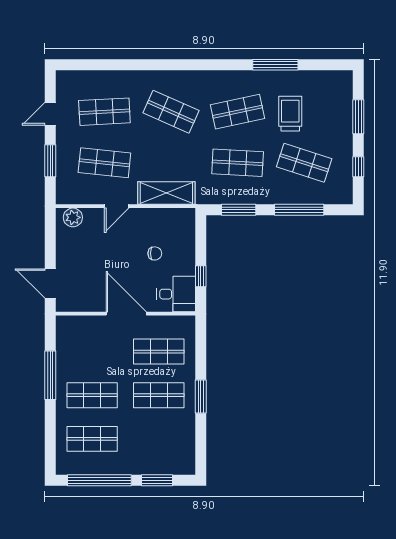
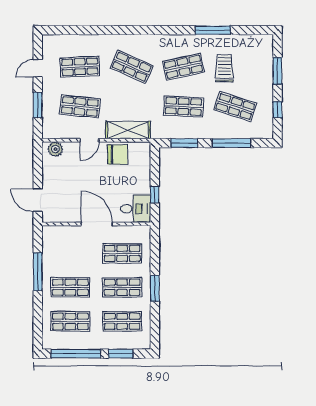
chair: (155, 253) -> (118, 154), moved, width x1.87, depth x1.87
shop shelf: (159, 439) -> (122, 321), added

